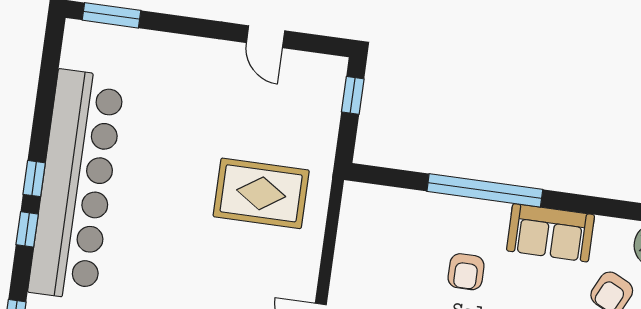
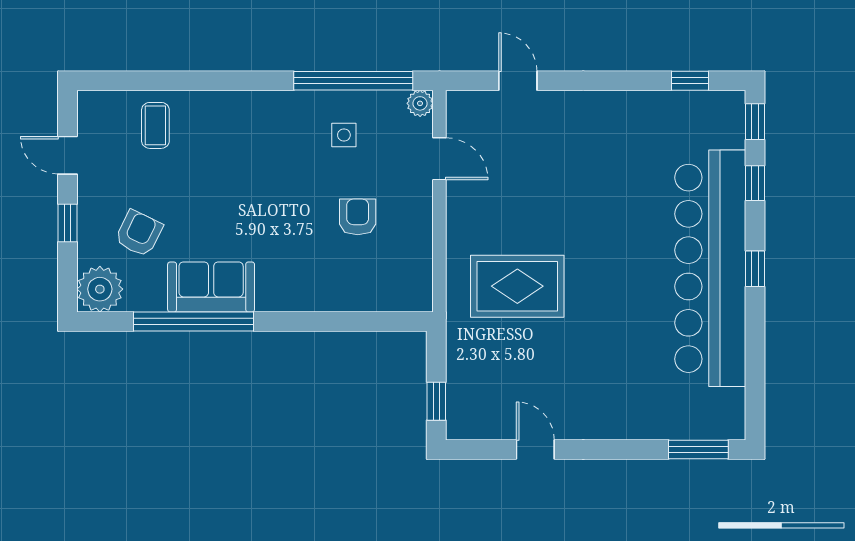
window: (485, 190) -> (194, 321), moved
window: (27, 229) -> (755, 183), moved
armchair: (466, 272) -> (358, 217), moved

